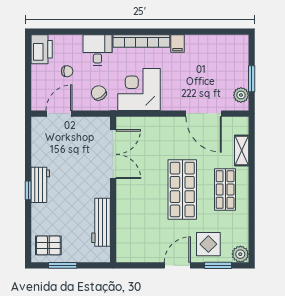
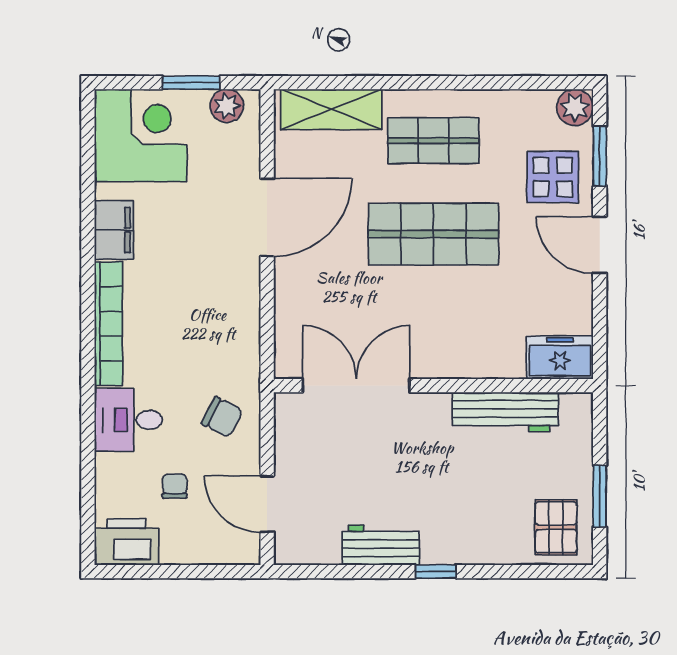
filing cabinet: (178, 43) -> (114, 230), width x2.00
corner desk: (139, 89) -> (141, 135), moved, turned 180
chair: (99, 93) -> (222, 417), turned -119
door: (204, 114) -> (267, 217), moved
shelving: (242, 151) -> (331, 109), width x1.50, depth x1.33
workbench: (40, 185) -> (381, 545), moved
freezer: (126, 247) -> (560, 358), added

